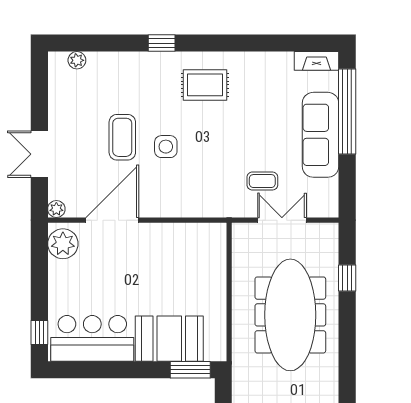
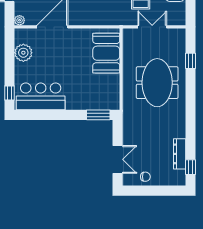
plant: (63, 244) -> (23, 53), moved
meeting table: (290, 315) -> (157, 83), width x0.73
booth: (169, 339) -> (106, 53), moved, turned 90

